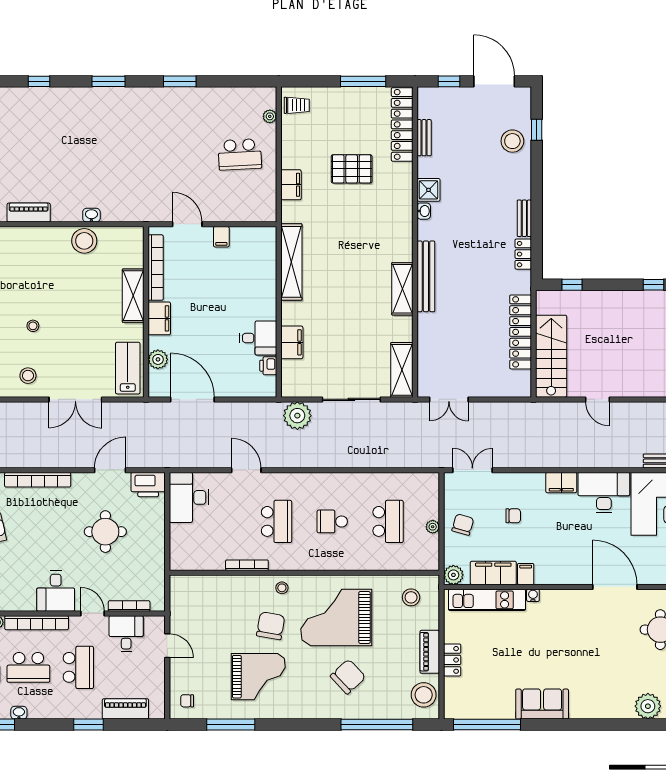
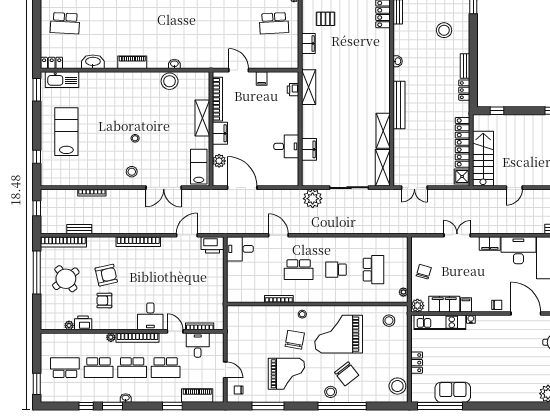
stool: (512, 141) -> (444, 30), moved
pallet: (352, 169) -> (326, 19), moved, width x0.67, depth x0.71
shower: (429, 190) -> (462, 176), moved
shelving: (291, 262) -> (309, 87), width x0.68
shelving: (402, 289) -> (383, 131), moved
printer: (268, 366) -> (293, 90), moved
door: (598, 399) -> (514, 188), hinge flipped
double door: (472, 470) -> (457, 235), moved
desk: (189, 497) -> (240, 249), width x0.73
chair: (513, 516) -> (497, 305), moved
school desk: (276, 521) -> (299, 270), turned 90
plant: (433, 527) -> (403, 292), moved
round table: (105, 532) -> (184, 276), removed
door: (167, 646) -> (225, 370), moved
piano: (430, 652) -> (402, 357), removed
school desk: (78, 667) -> (166, 368), turned 90
chair: (348, 677) -> (347, 374), turned 95
stool: (324, 704) -> (331, 392), added
sofa: (542, 704) -> (453, 392), moved
window: (377, 725) -> (342, 406), moved

